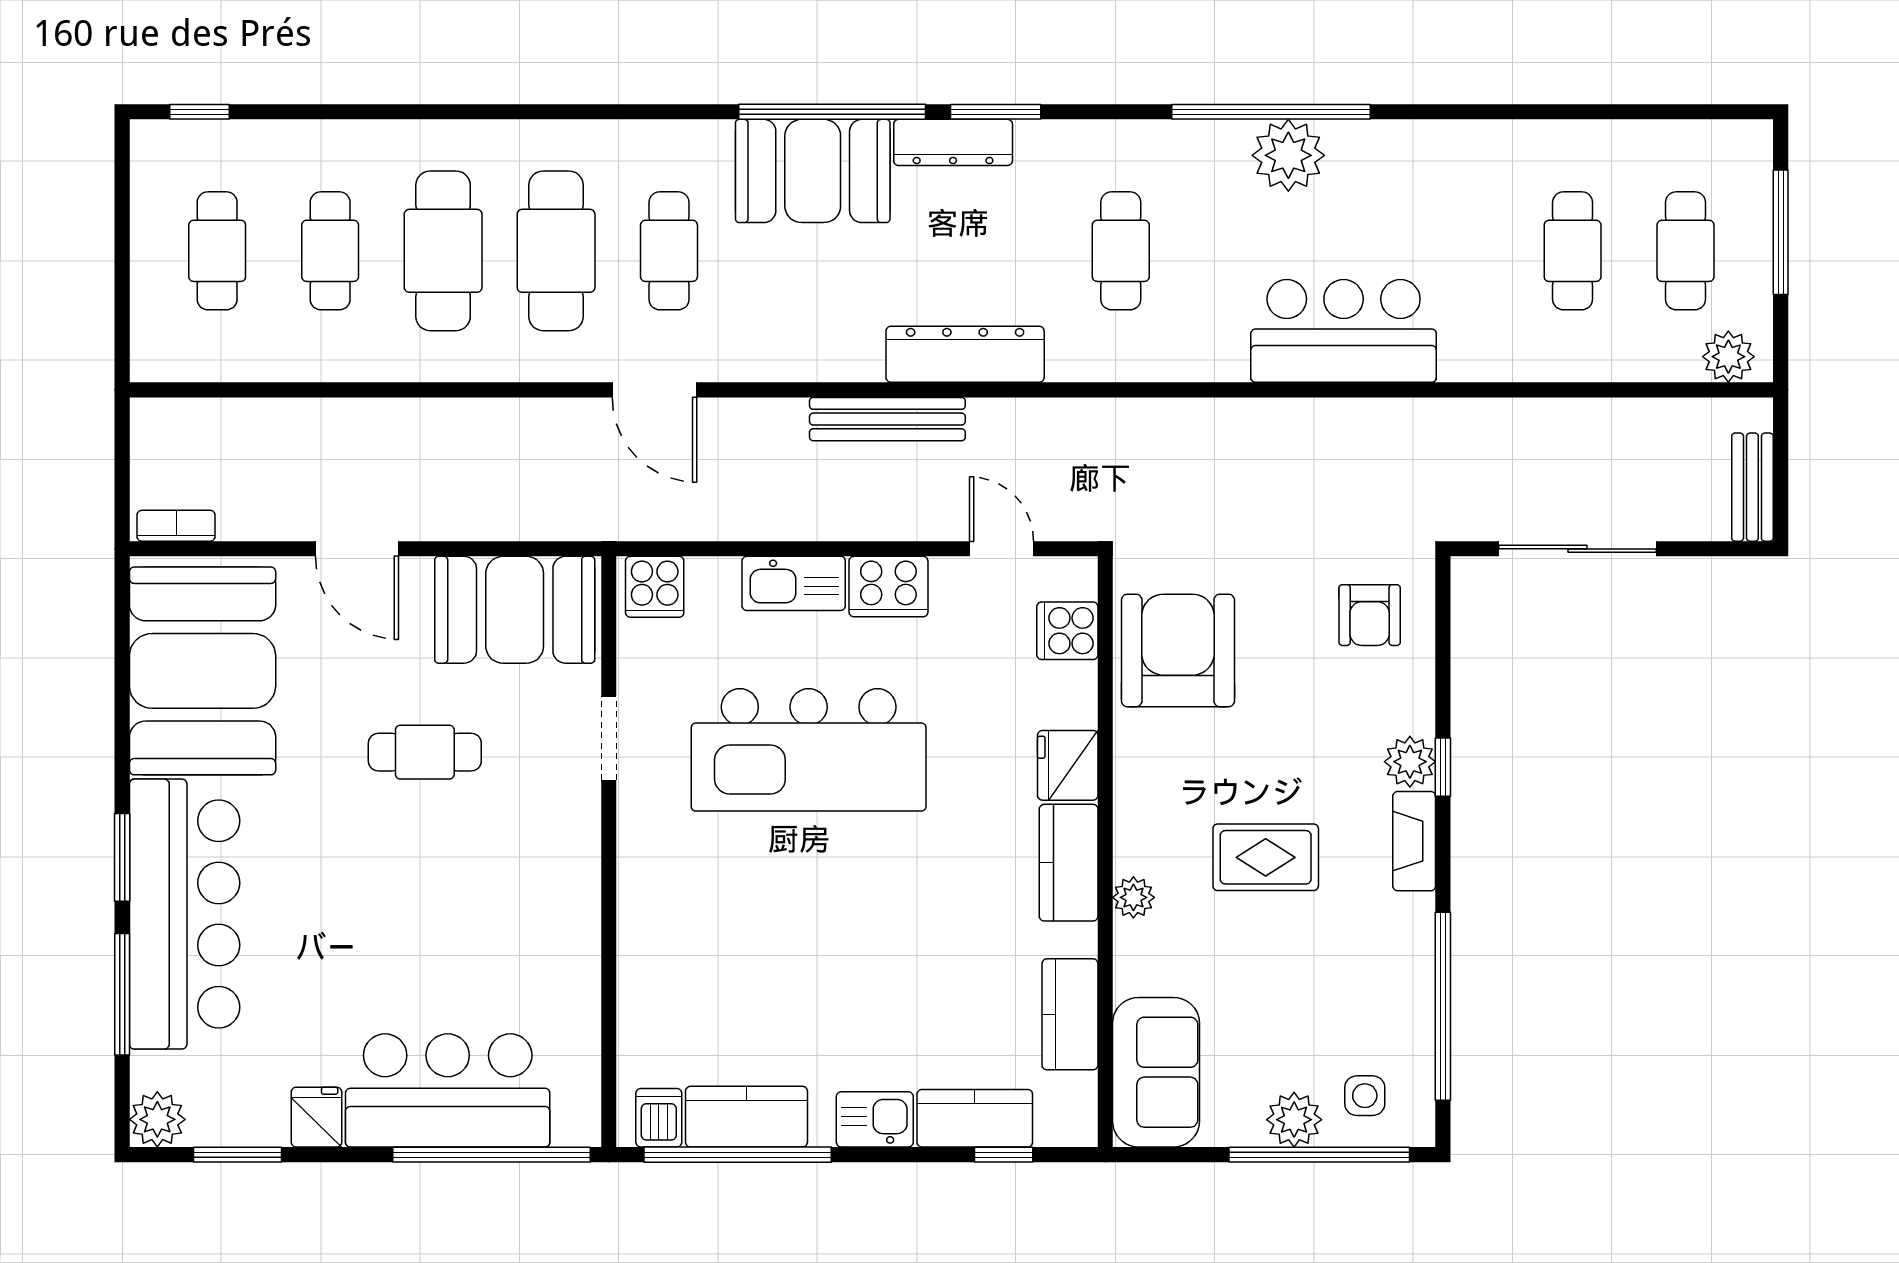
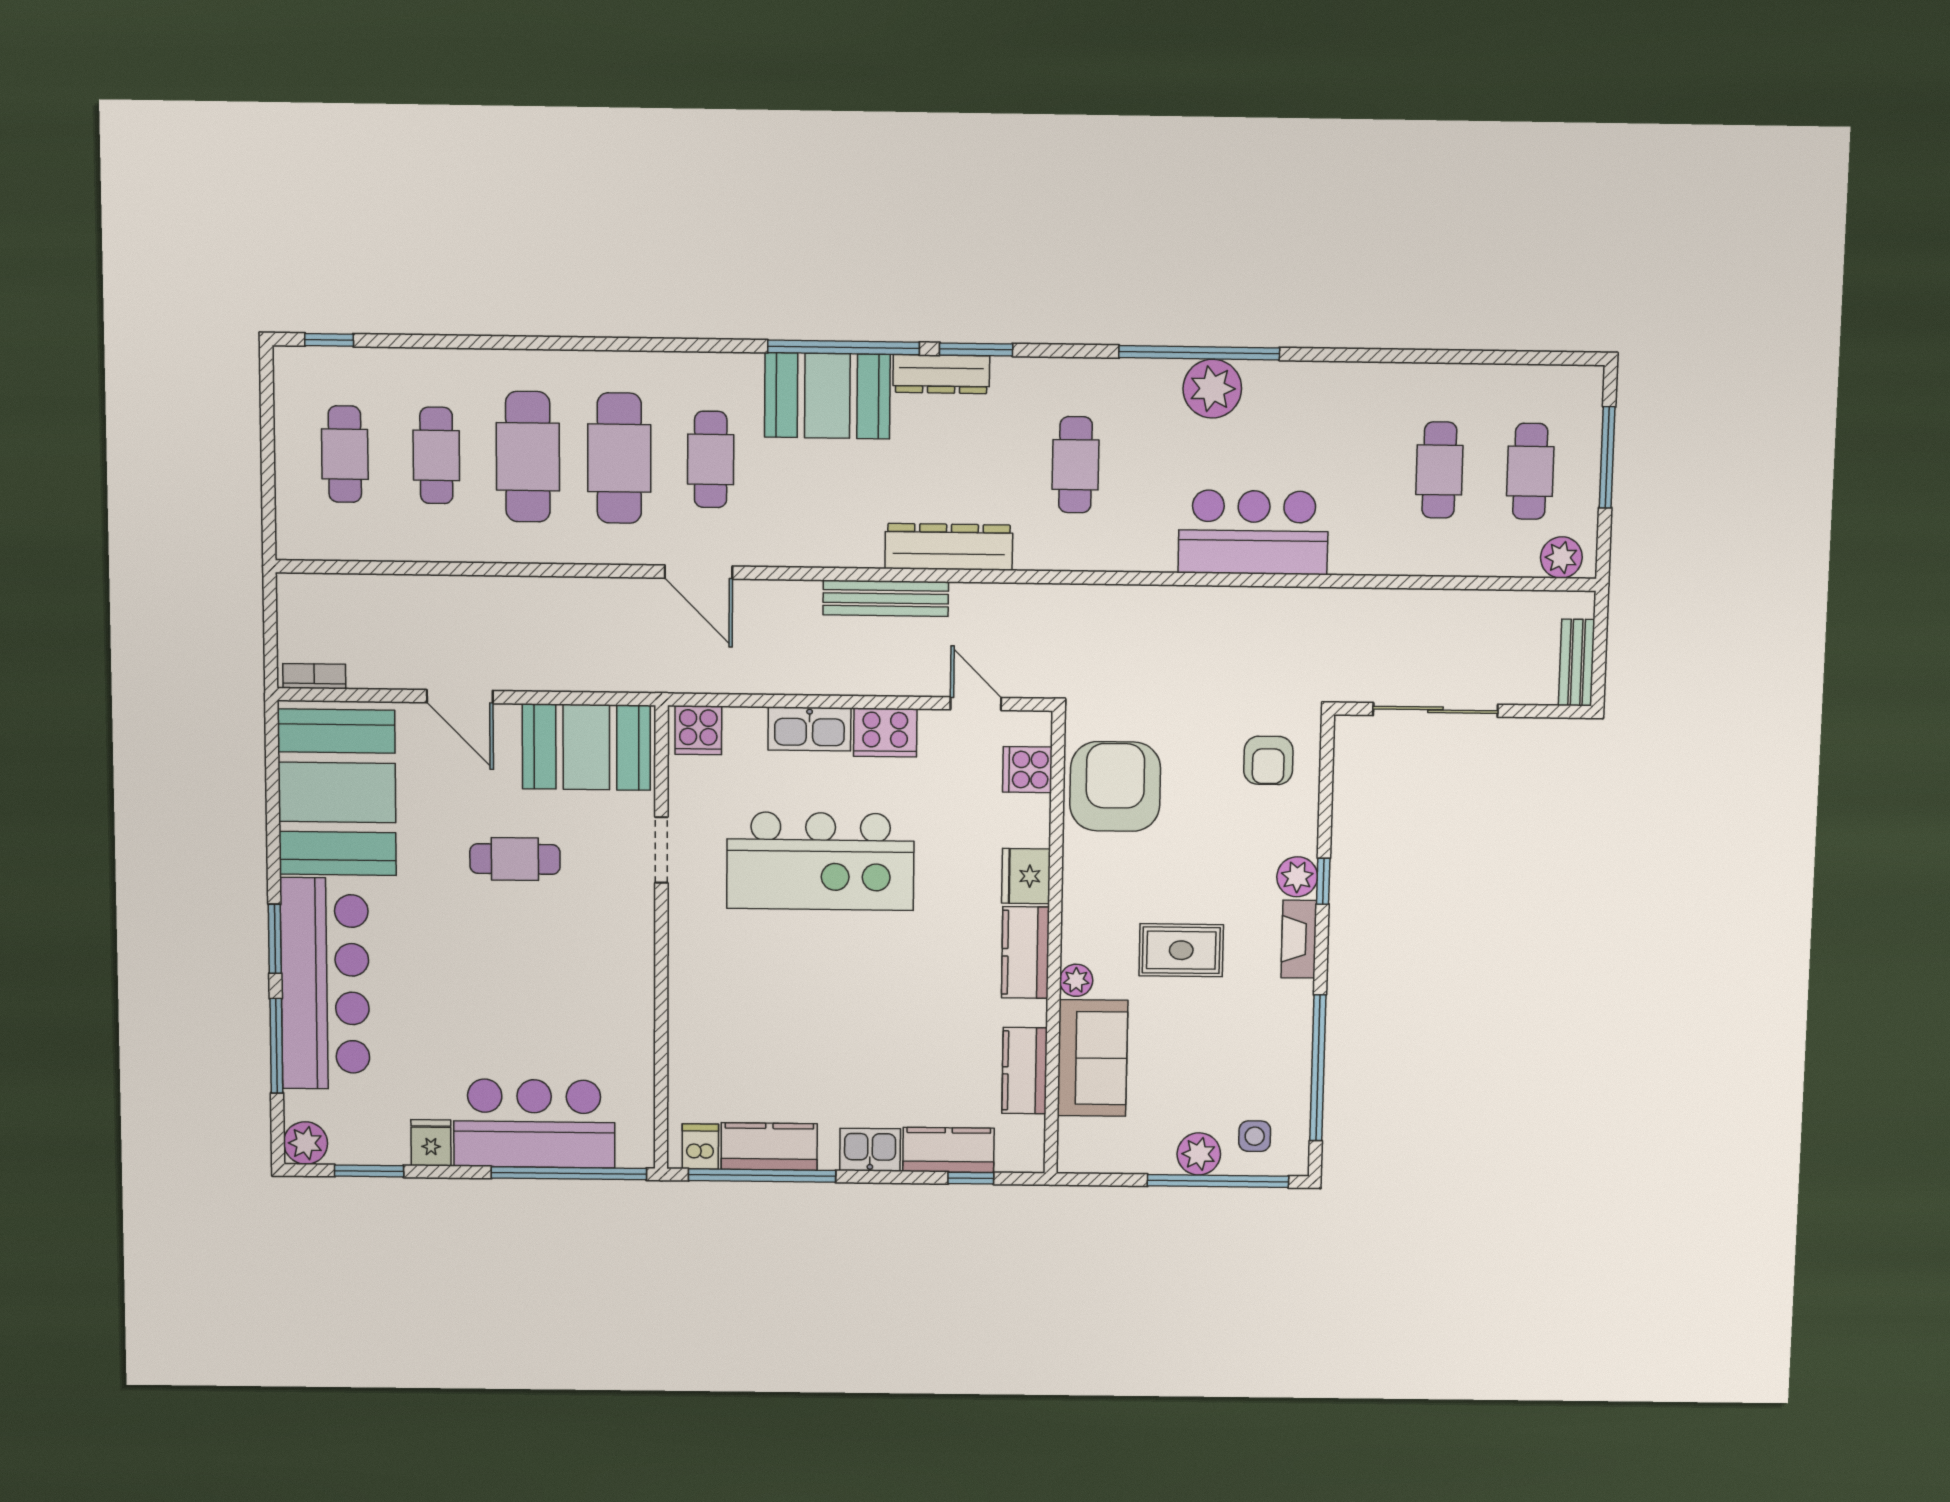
sofa: (1156, 1072) -> (1092, 1058), moved

